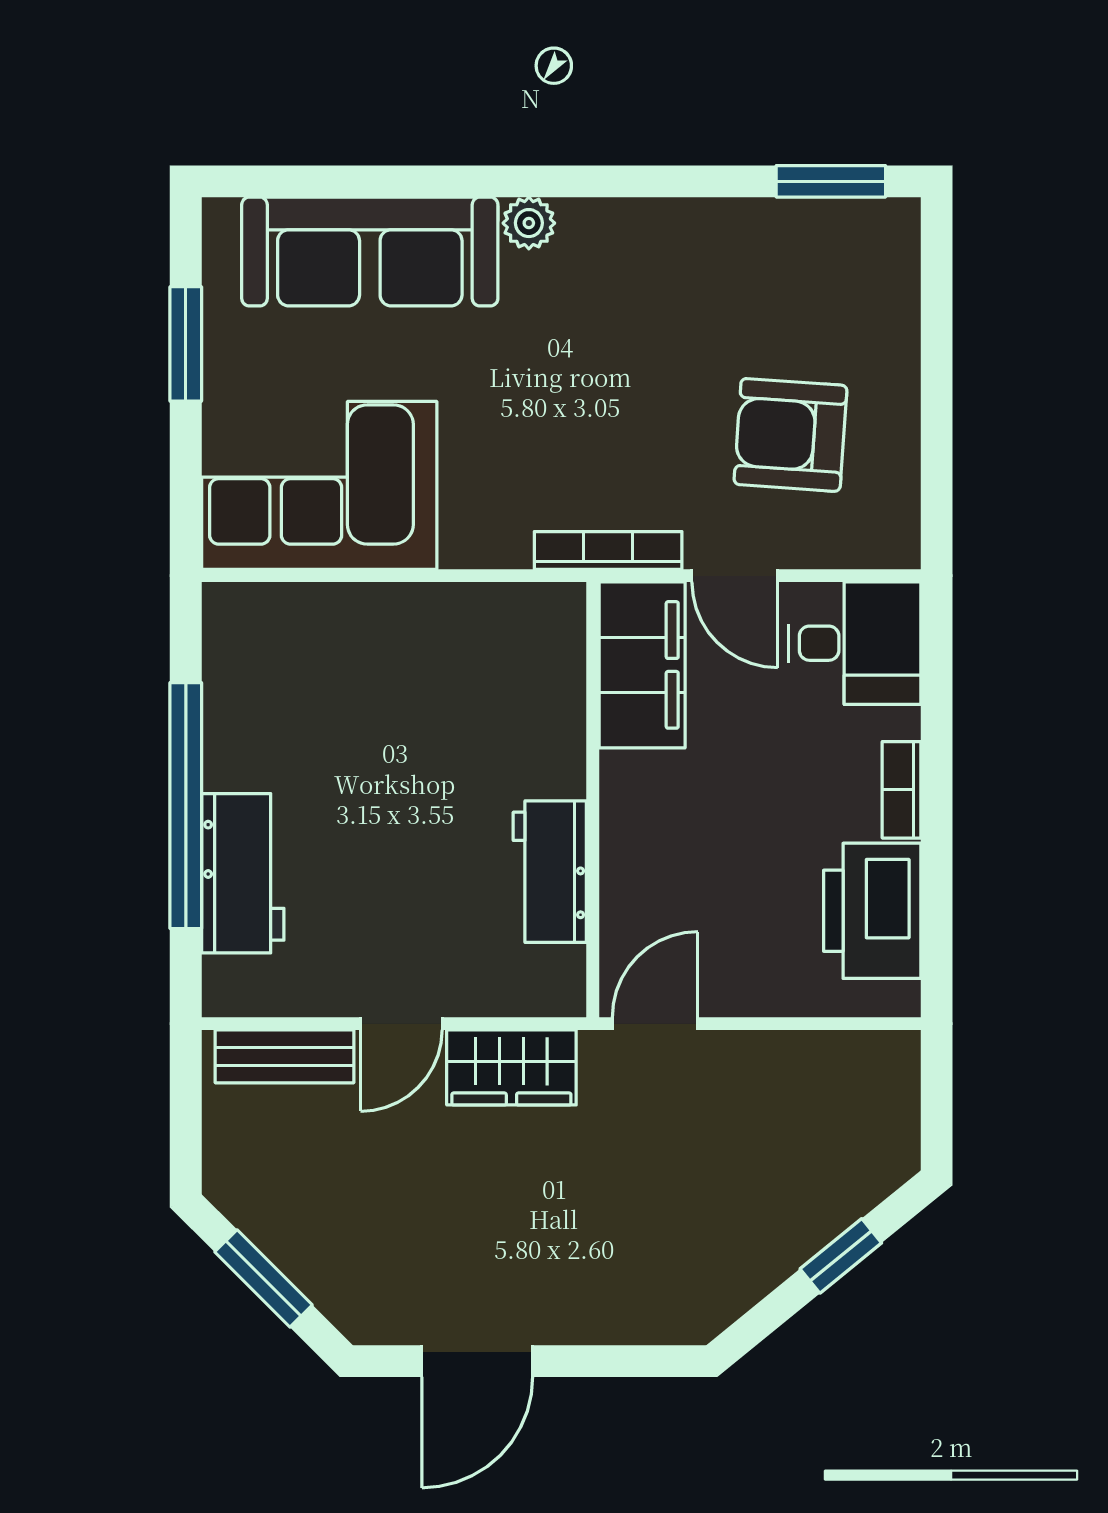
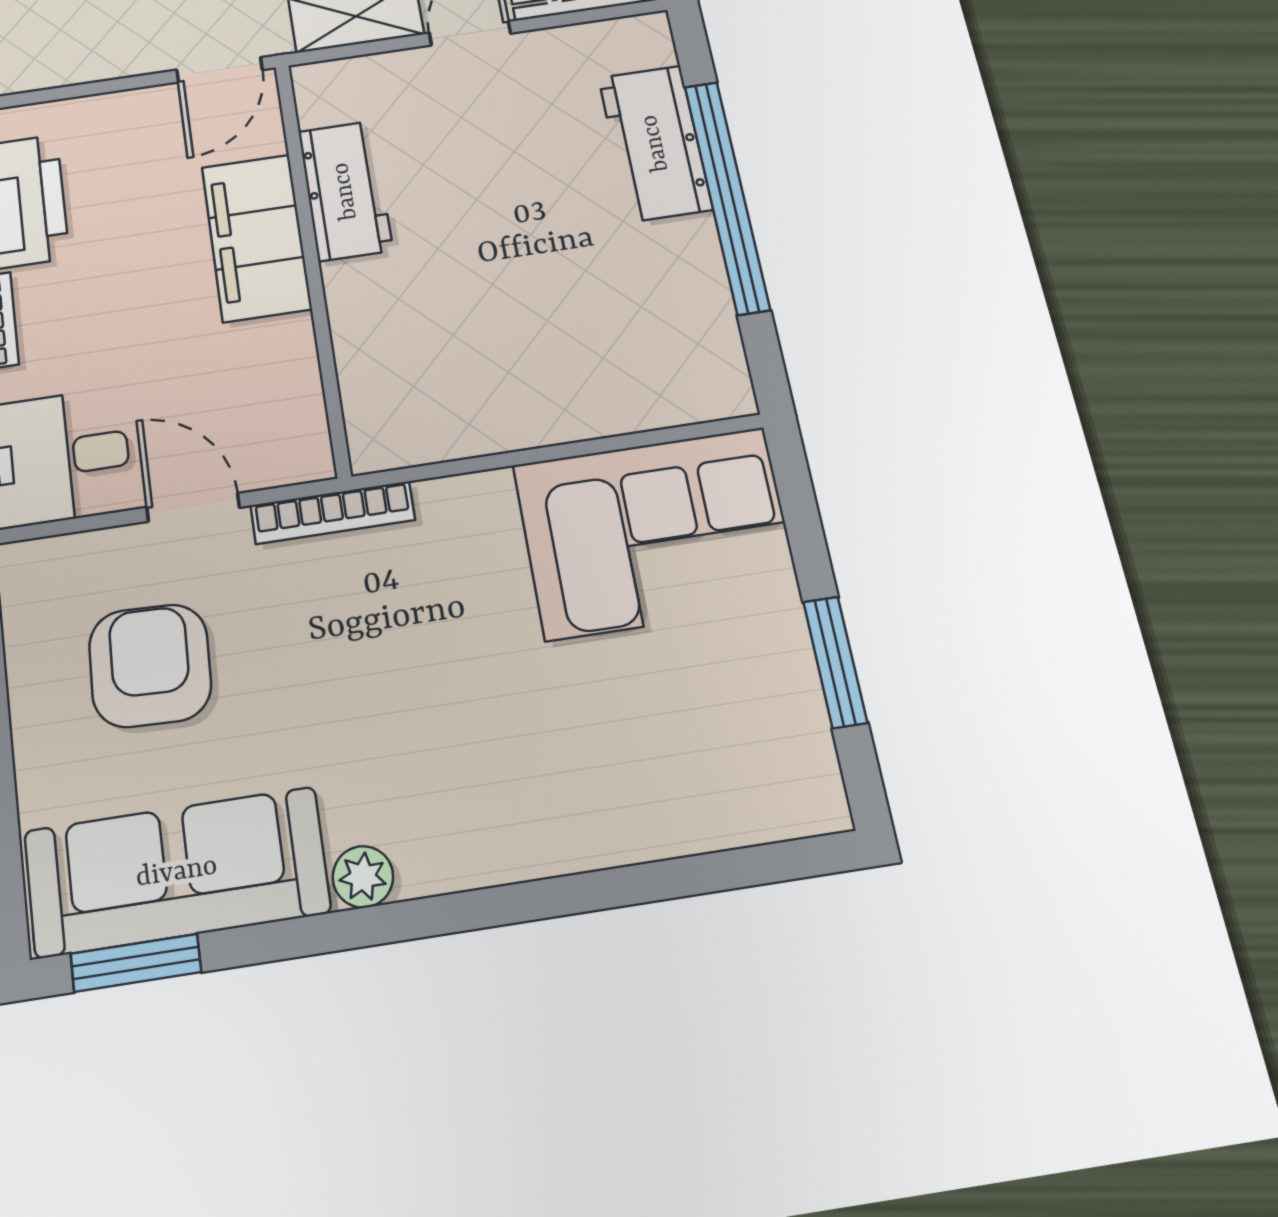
plant: (529, 223) -> (363, 877), moved
sofa: (370, 252) -> (177, 872), moved
armchair: (791, 435) -> (150, 666), turned -92
filing cabinet: (642, 665) -> (256, 238), moved

